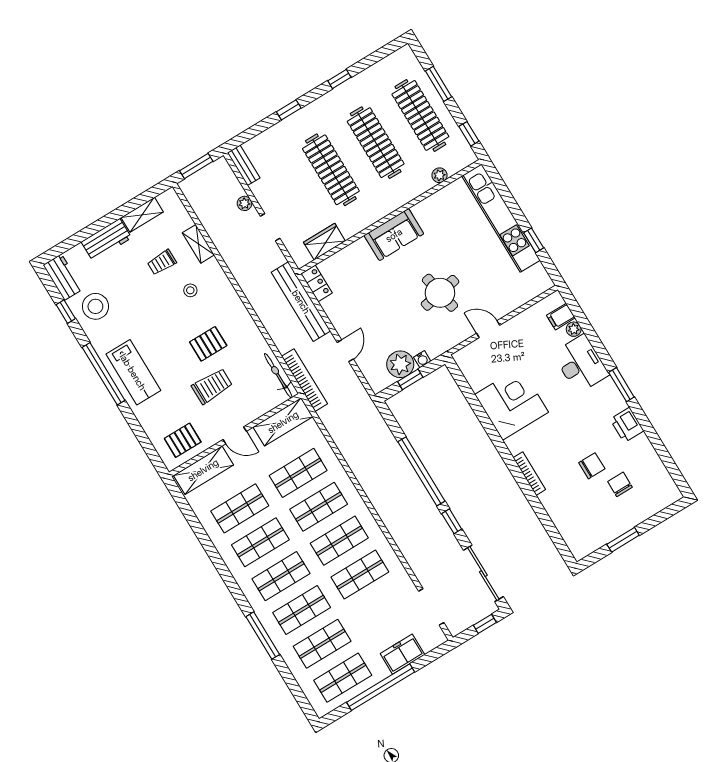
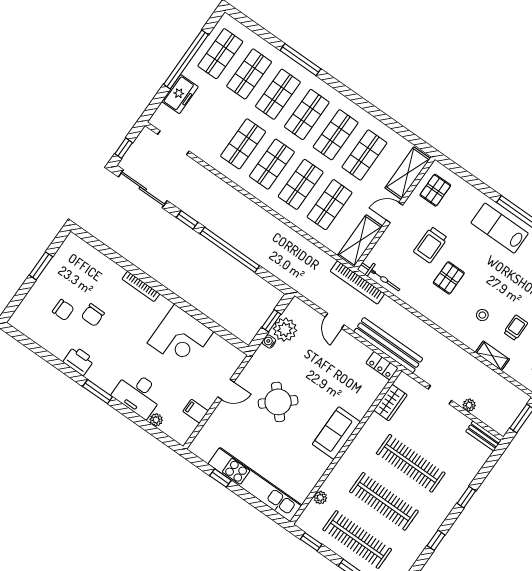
round table: (440, 293) -> (278, 402), turned -30
filing cabinet: (561, 317) -> (196, 411), moved, turned -90

